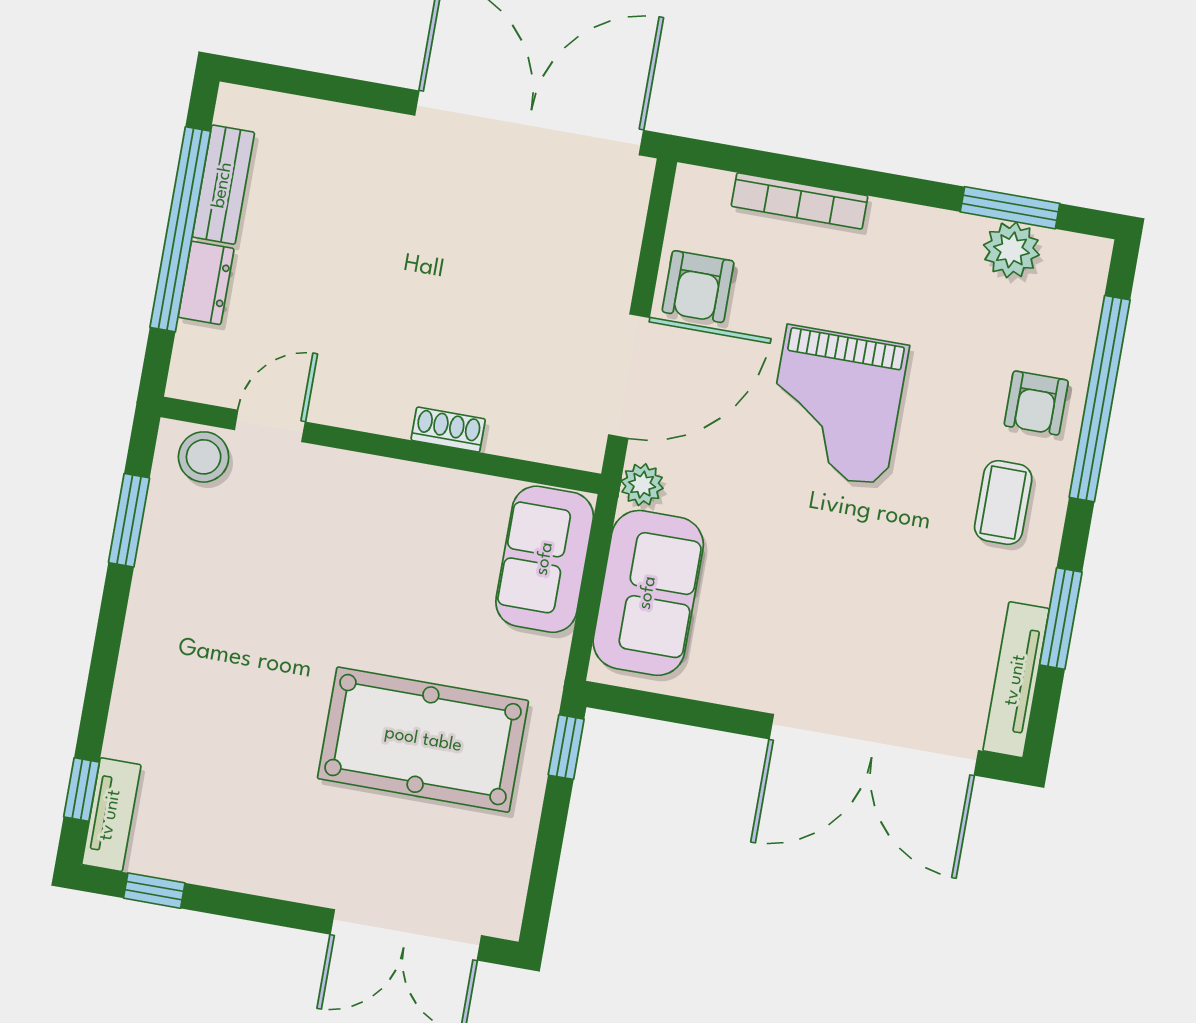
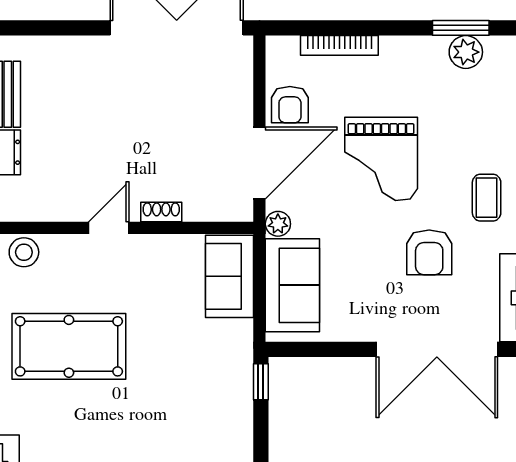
armchair: (1036, 403) -> (429, 252), moved, width x1.38, depth x1.38
door: (270, 426) -> (109, 228), moved
pool table: (423, 740) -> (69, 346), moved

